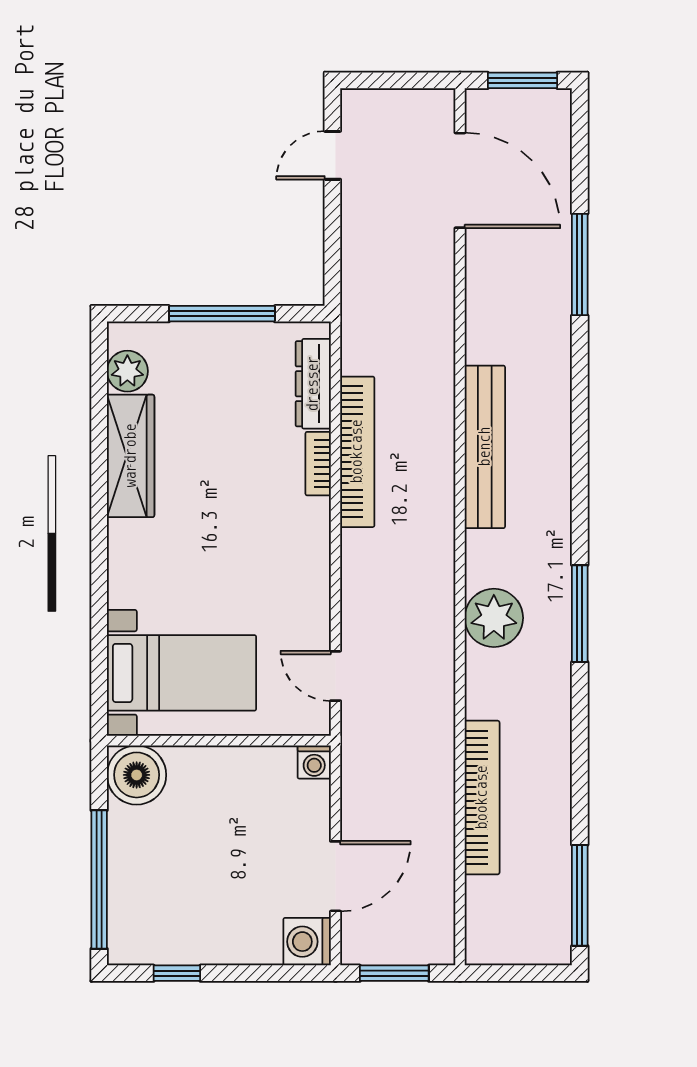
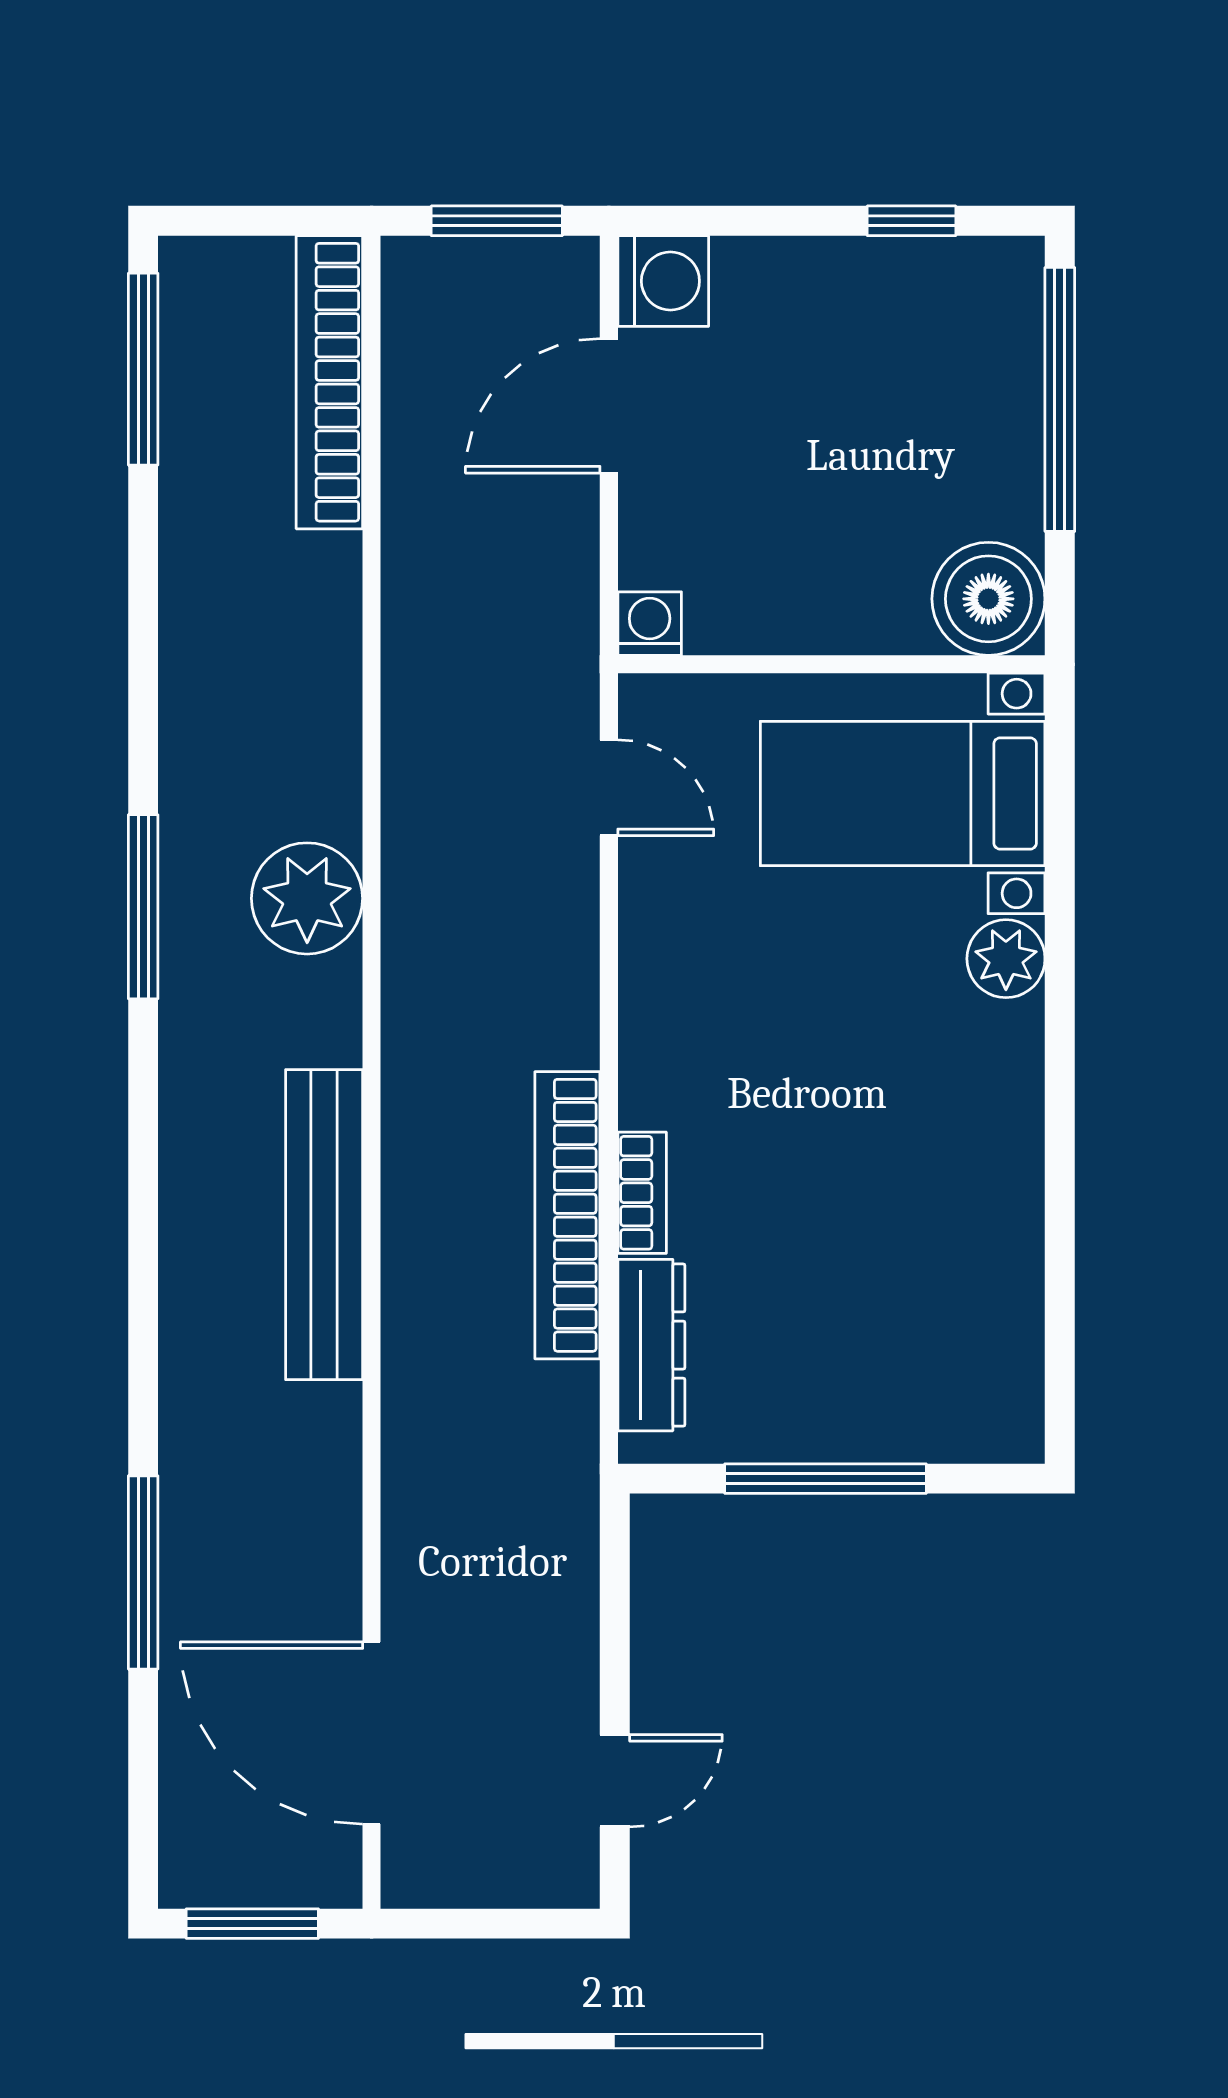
plant: (127, 371) -> (1006, 959), moved
wardrobe: (131, 456) -> (1000, 1207), removed
bookcase: (482, 798) -> (329, 382), moved

